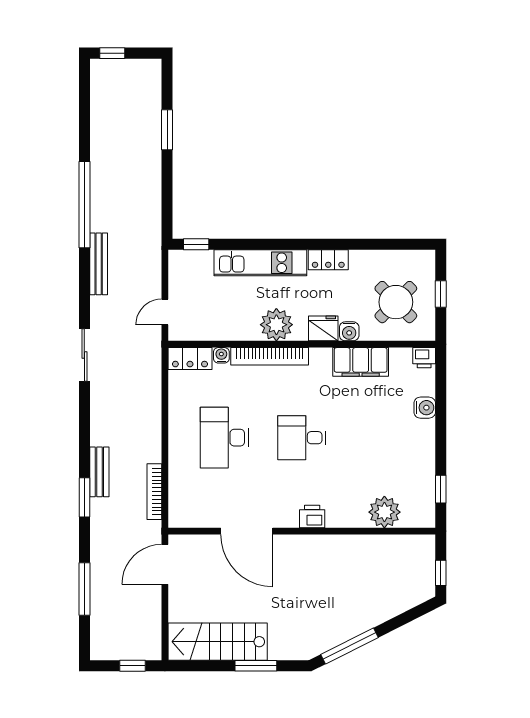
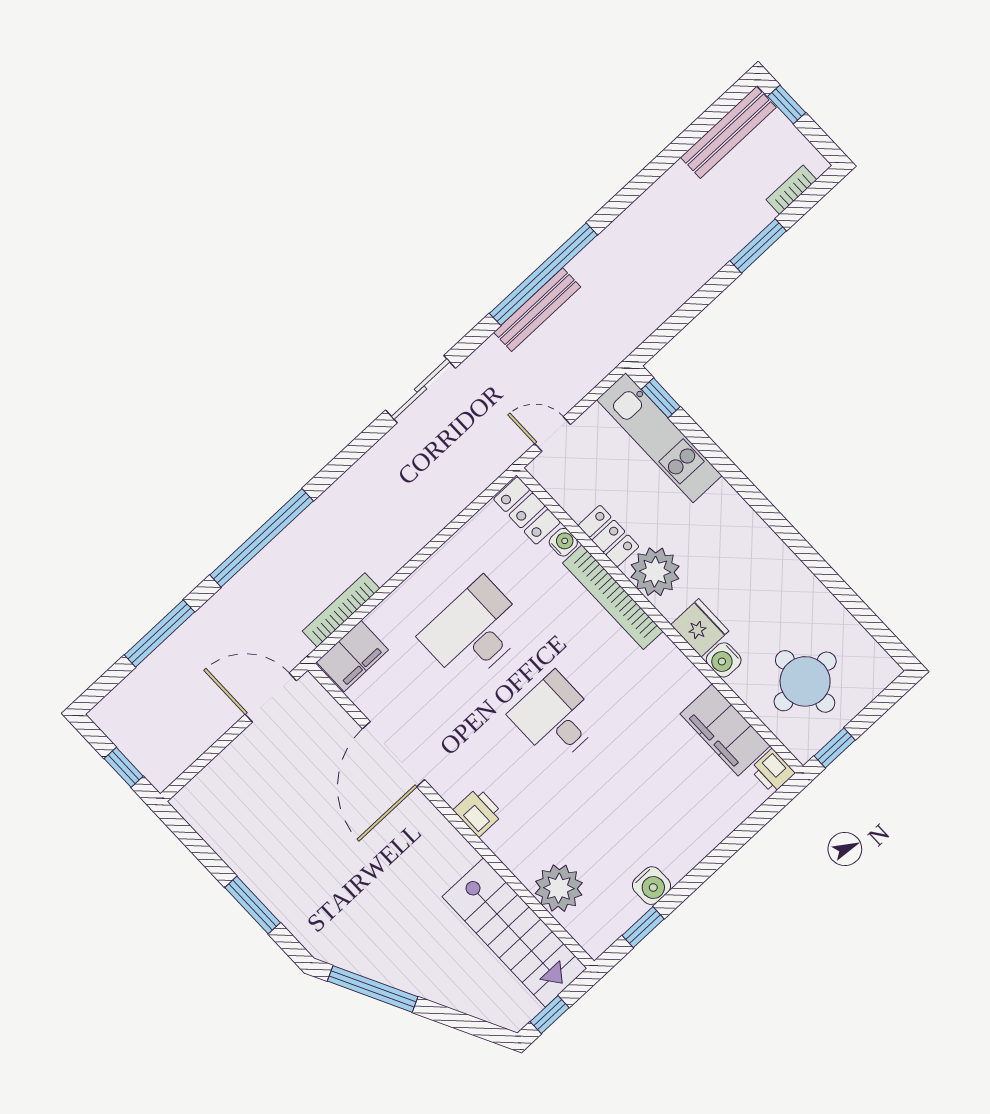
bookcase: (155, 89) -> (791, 190), added
window: (84, 205) -> (543, 274), moved
locker: (328, 260) -> (609, 536), moved, turned 180
kitchen unit: (260, 263) -> (659, 438), moved
window: (441, 294) -> (835, 748), moved
round table: (396, 302) -> (805, 681), turned 45
filing cabinet: (361, 362) -> (725, 730), moved
water cooler: (425, 408) -> (652, 886), moved
bench: (99, 472) -> (728, 132), moved, width x1.36
window: (84, 497) -> (262, 538), width x2.11
filing cabinet: (181, 507) -> (352, 656), added
stairs: (218, 642) -> (514, 932), moved, turned 180

